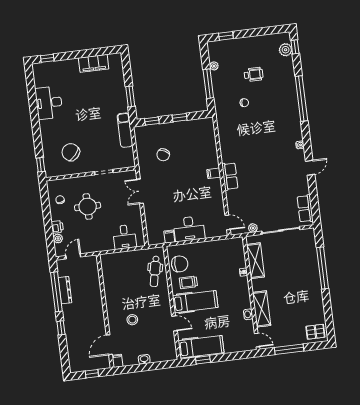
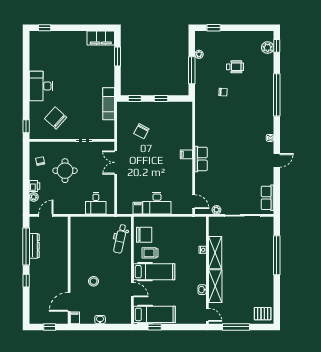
filing cabinet: (94, 63) -> (101, 38), moved
window: (130, 96) -> (117, 56), moved
desk: (49, 103) -> (41, 86), moved
shelving: (255, 261) -> (215, 253), moved

